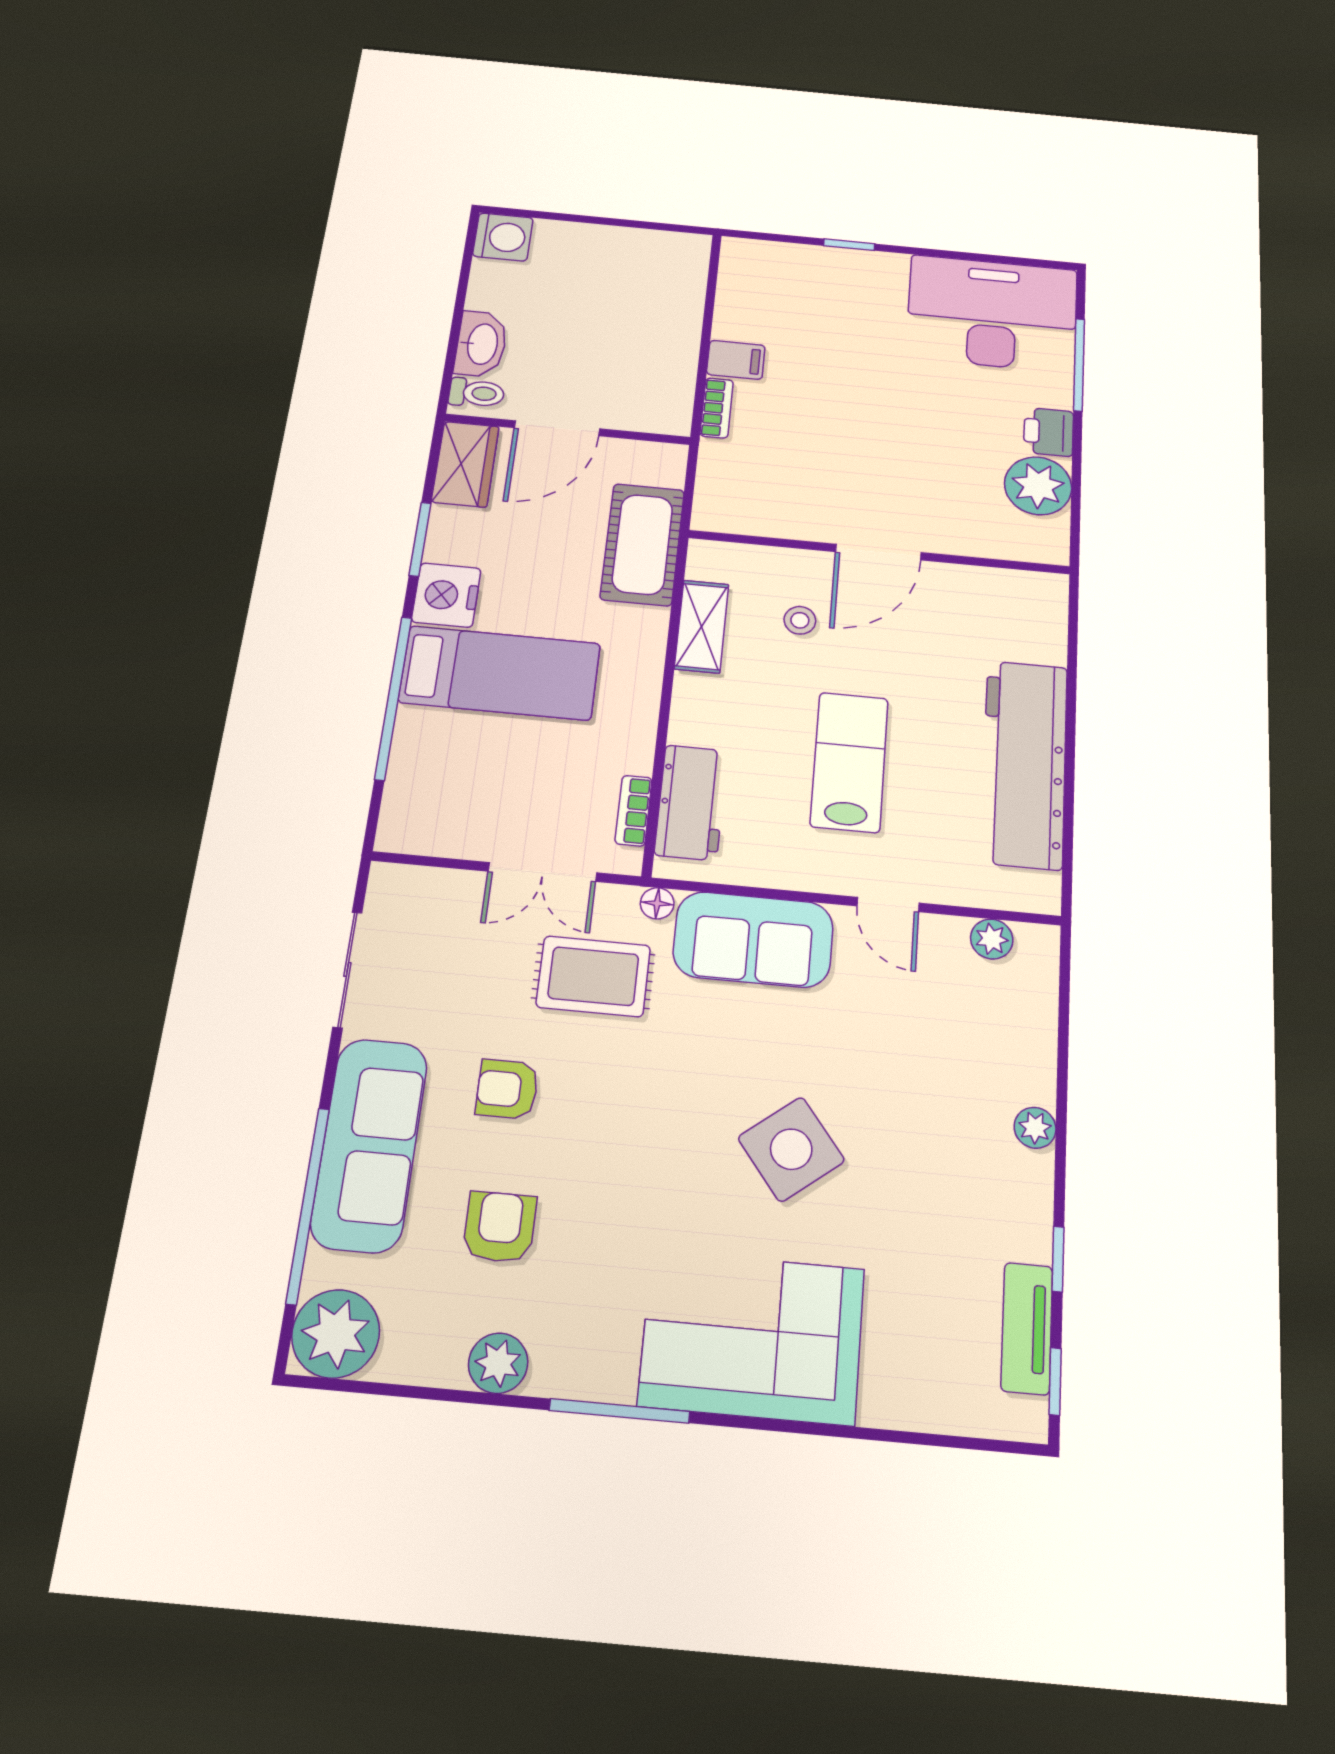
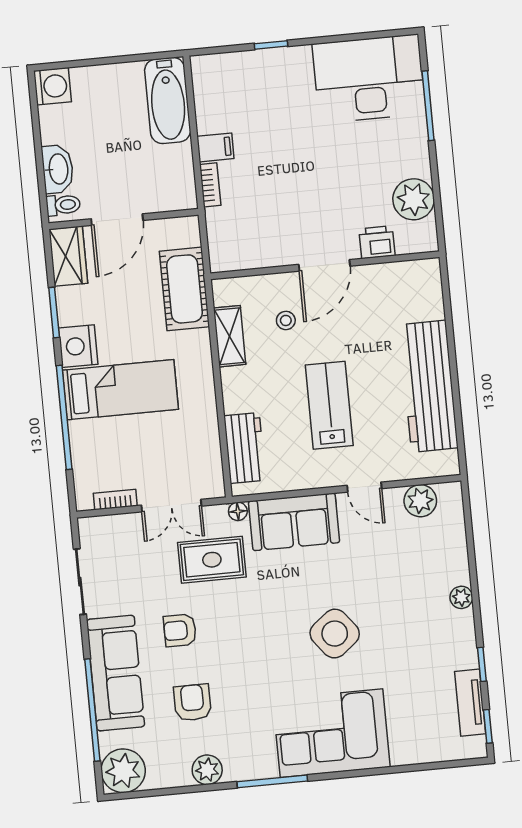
bathtub: (675, 286) -> (168, 100), added
printer: (1049, 432) -> (377, 242), moved, turned 90
bookcase: (634, 811) -> (115, 500), moved, turned 90
plant: (992, 939) -> (420, 501), width x1.38, depth x1.38

